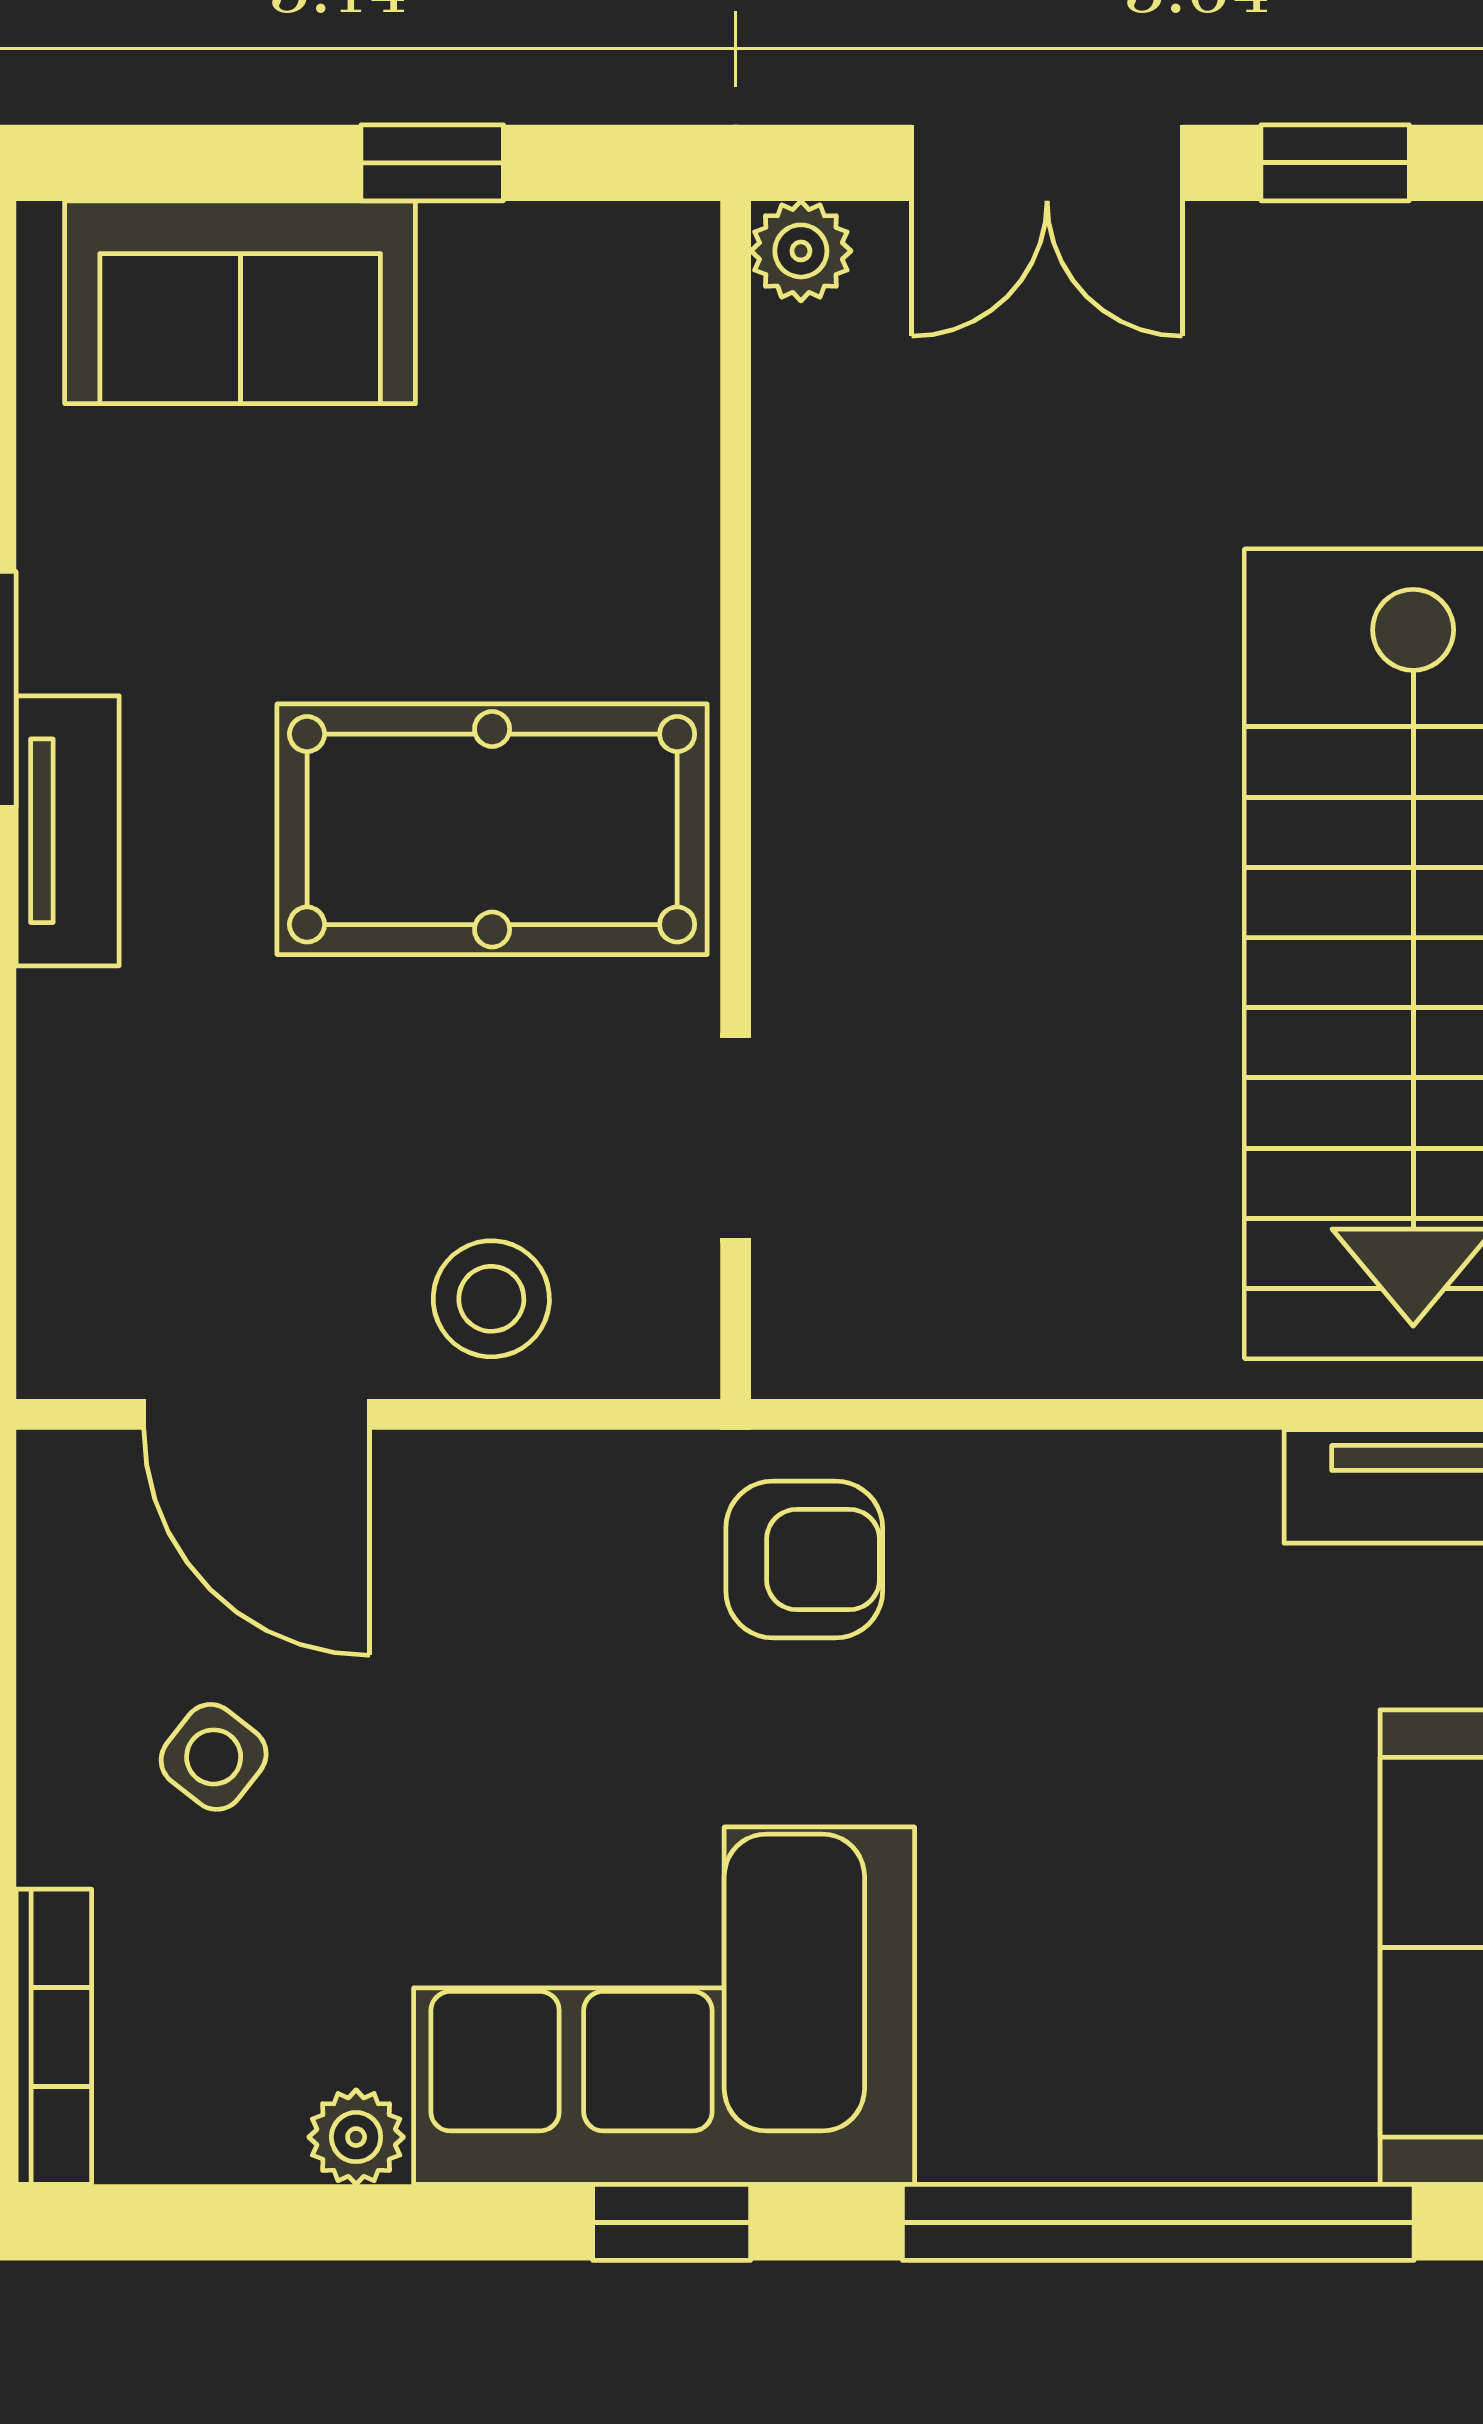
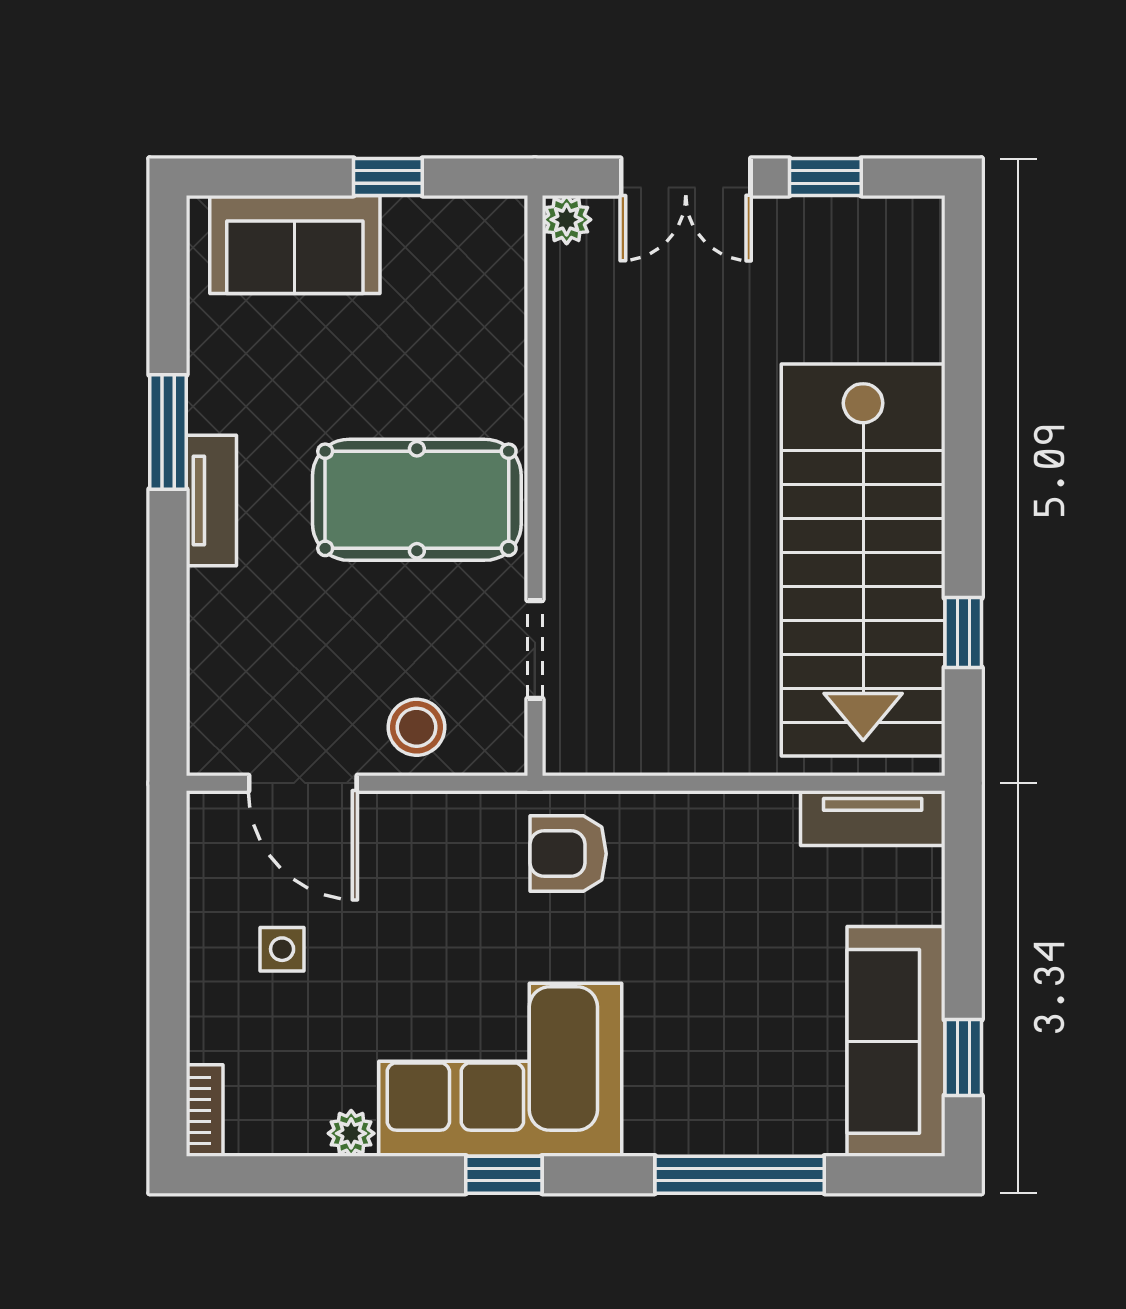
armchair: (804, 1559) -> (568, 854), turned 180
side table: (214, 1757) -> (282, 949), turned -38
bookcase: (54, 2037) -> (205, 1111), width x0.64
window: (1158, 2222) -> (740, 1175), width x0.68

